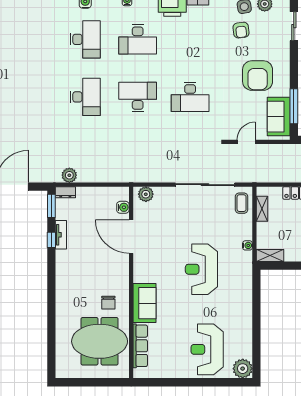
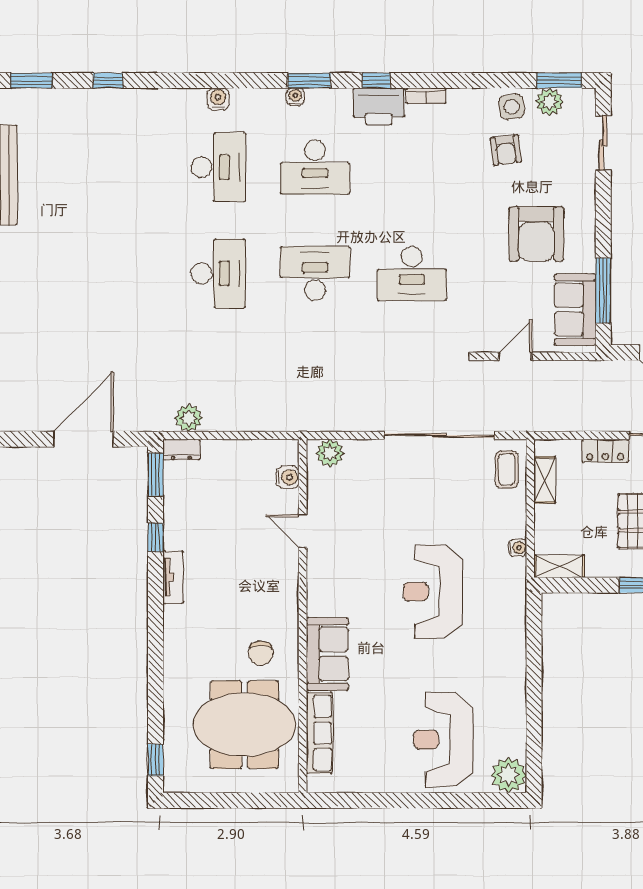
tv unit: (61, 235) -> (173, 577), moved
door: (131, 237) -> (303, 531), width x0.53
window: (51, 360) -> (155, 760), added

